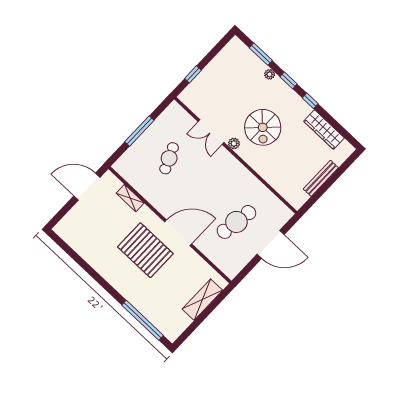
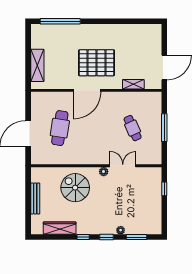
spiral stairs: (263, 127) -> (75, 188), moved

